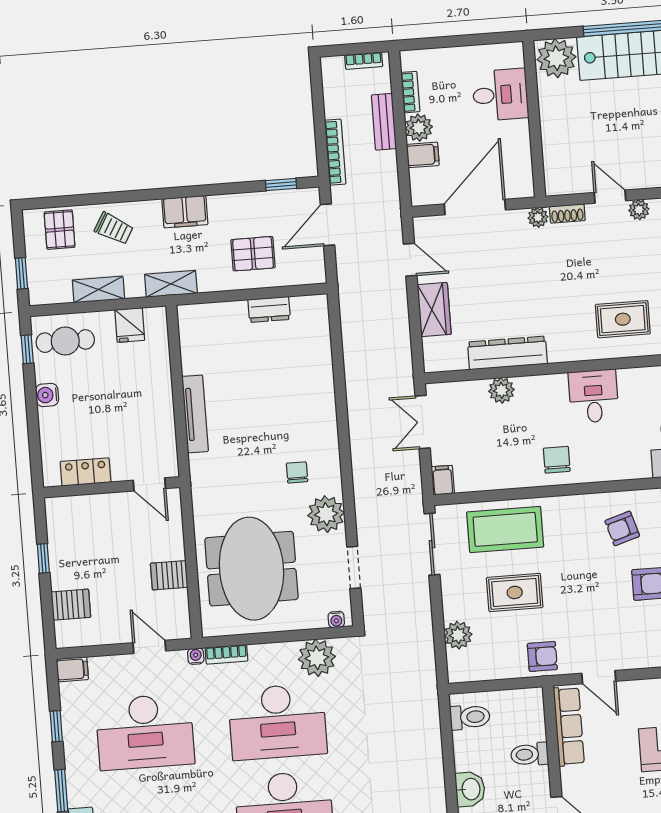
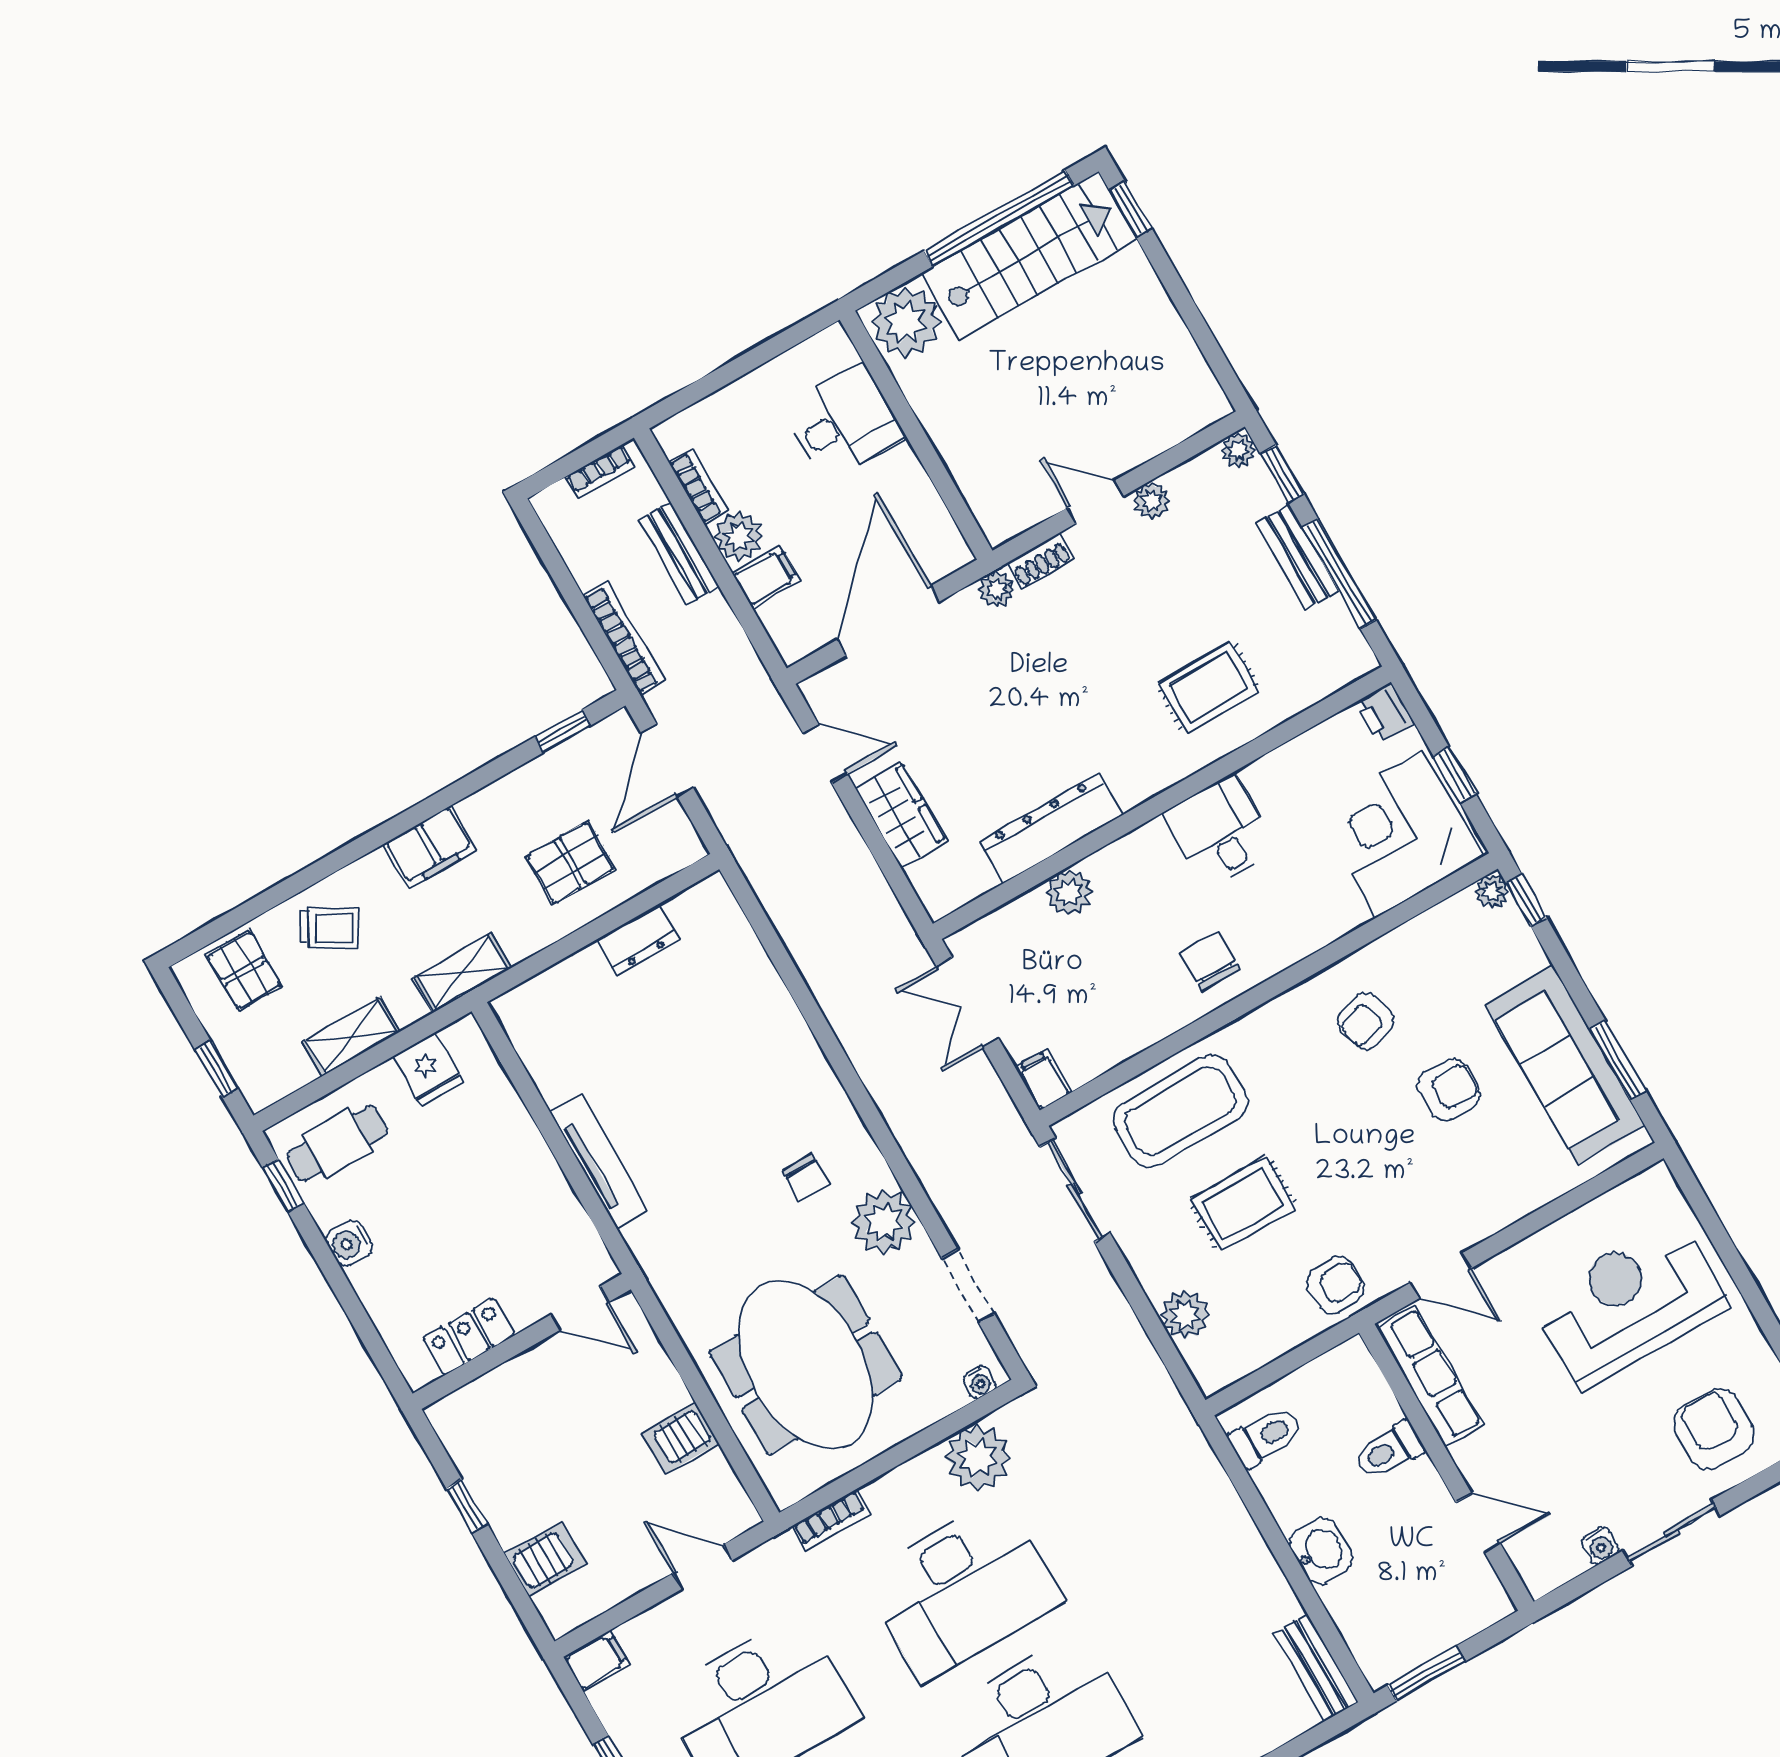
chair: (297, 472) -> (806, 1178), turned 180
water cooler: (196, 656) -> (783, 1547), removed

